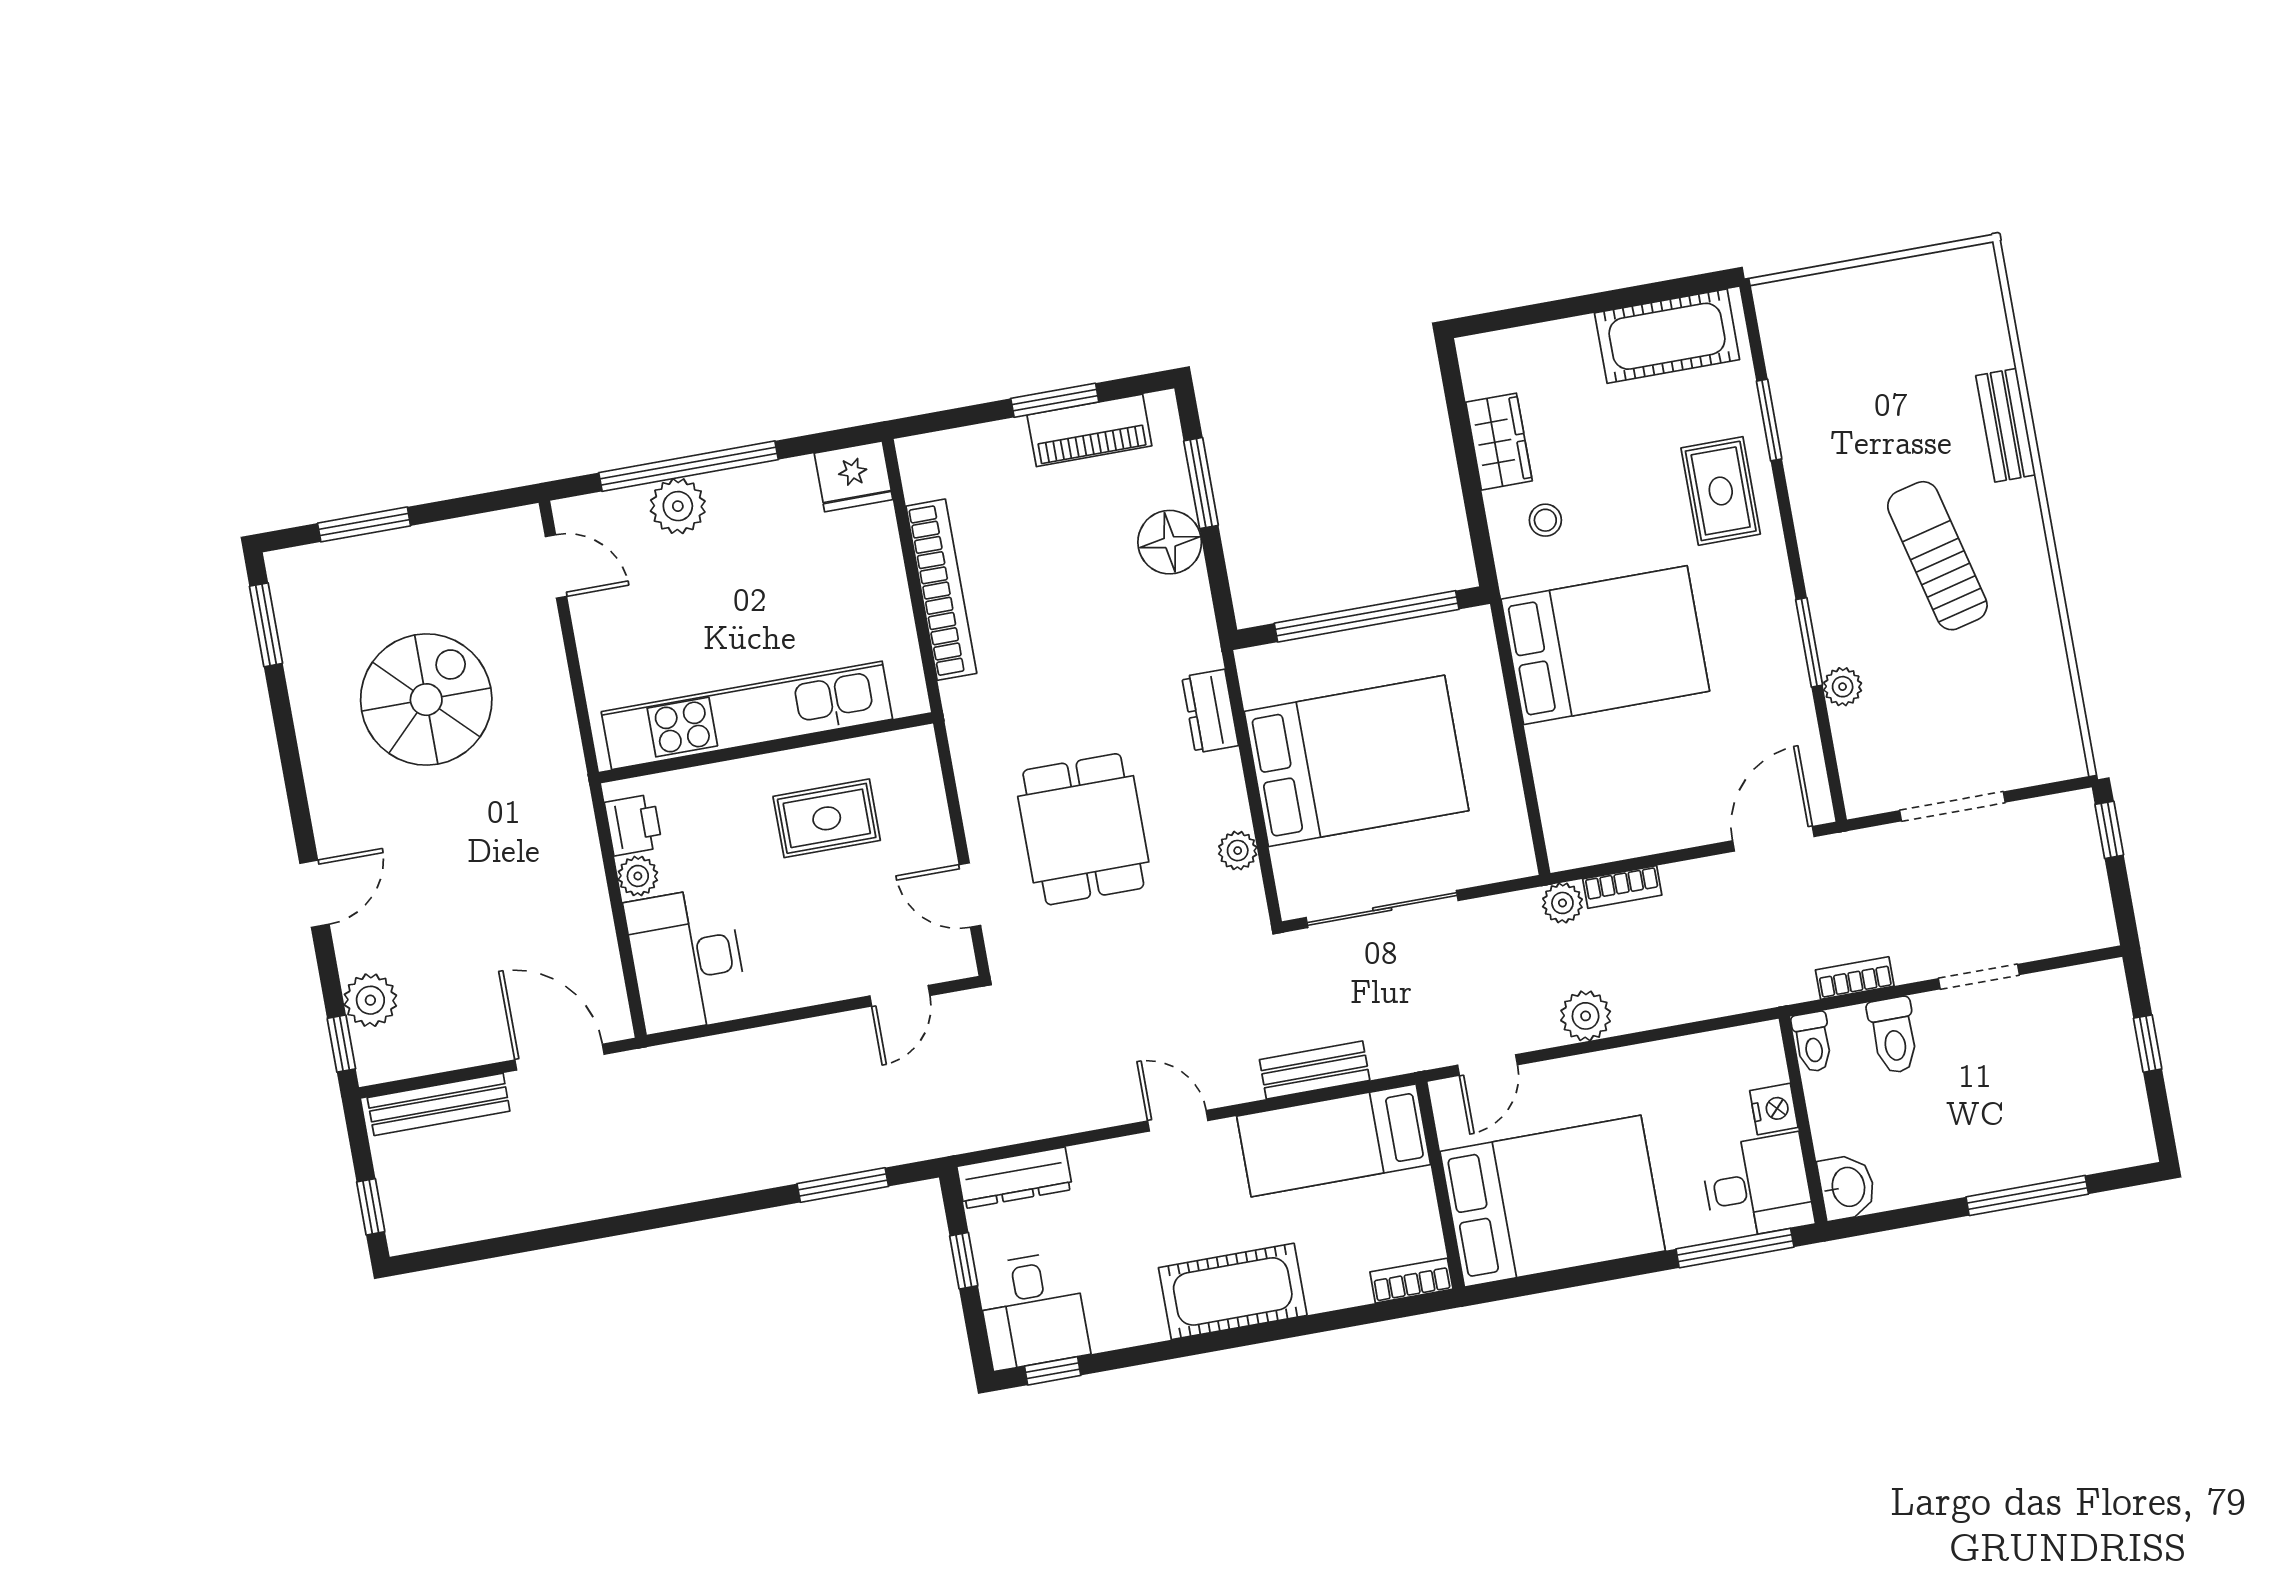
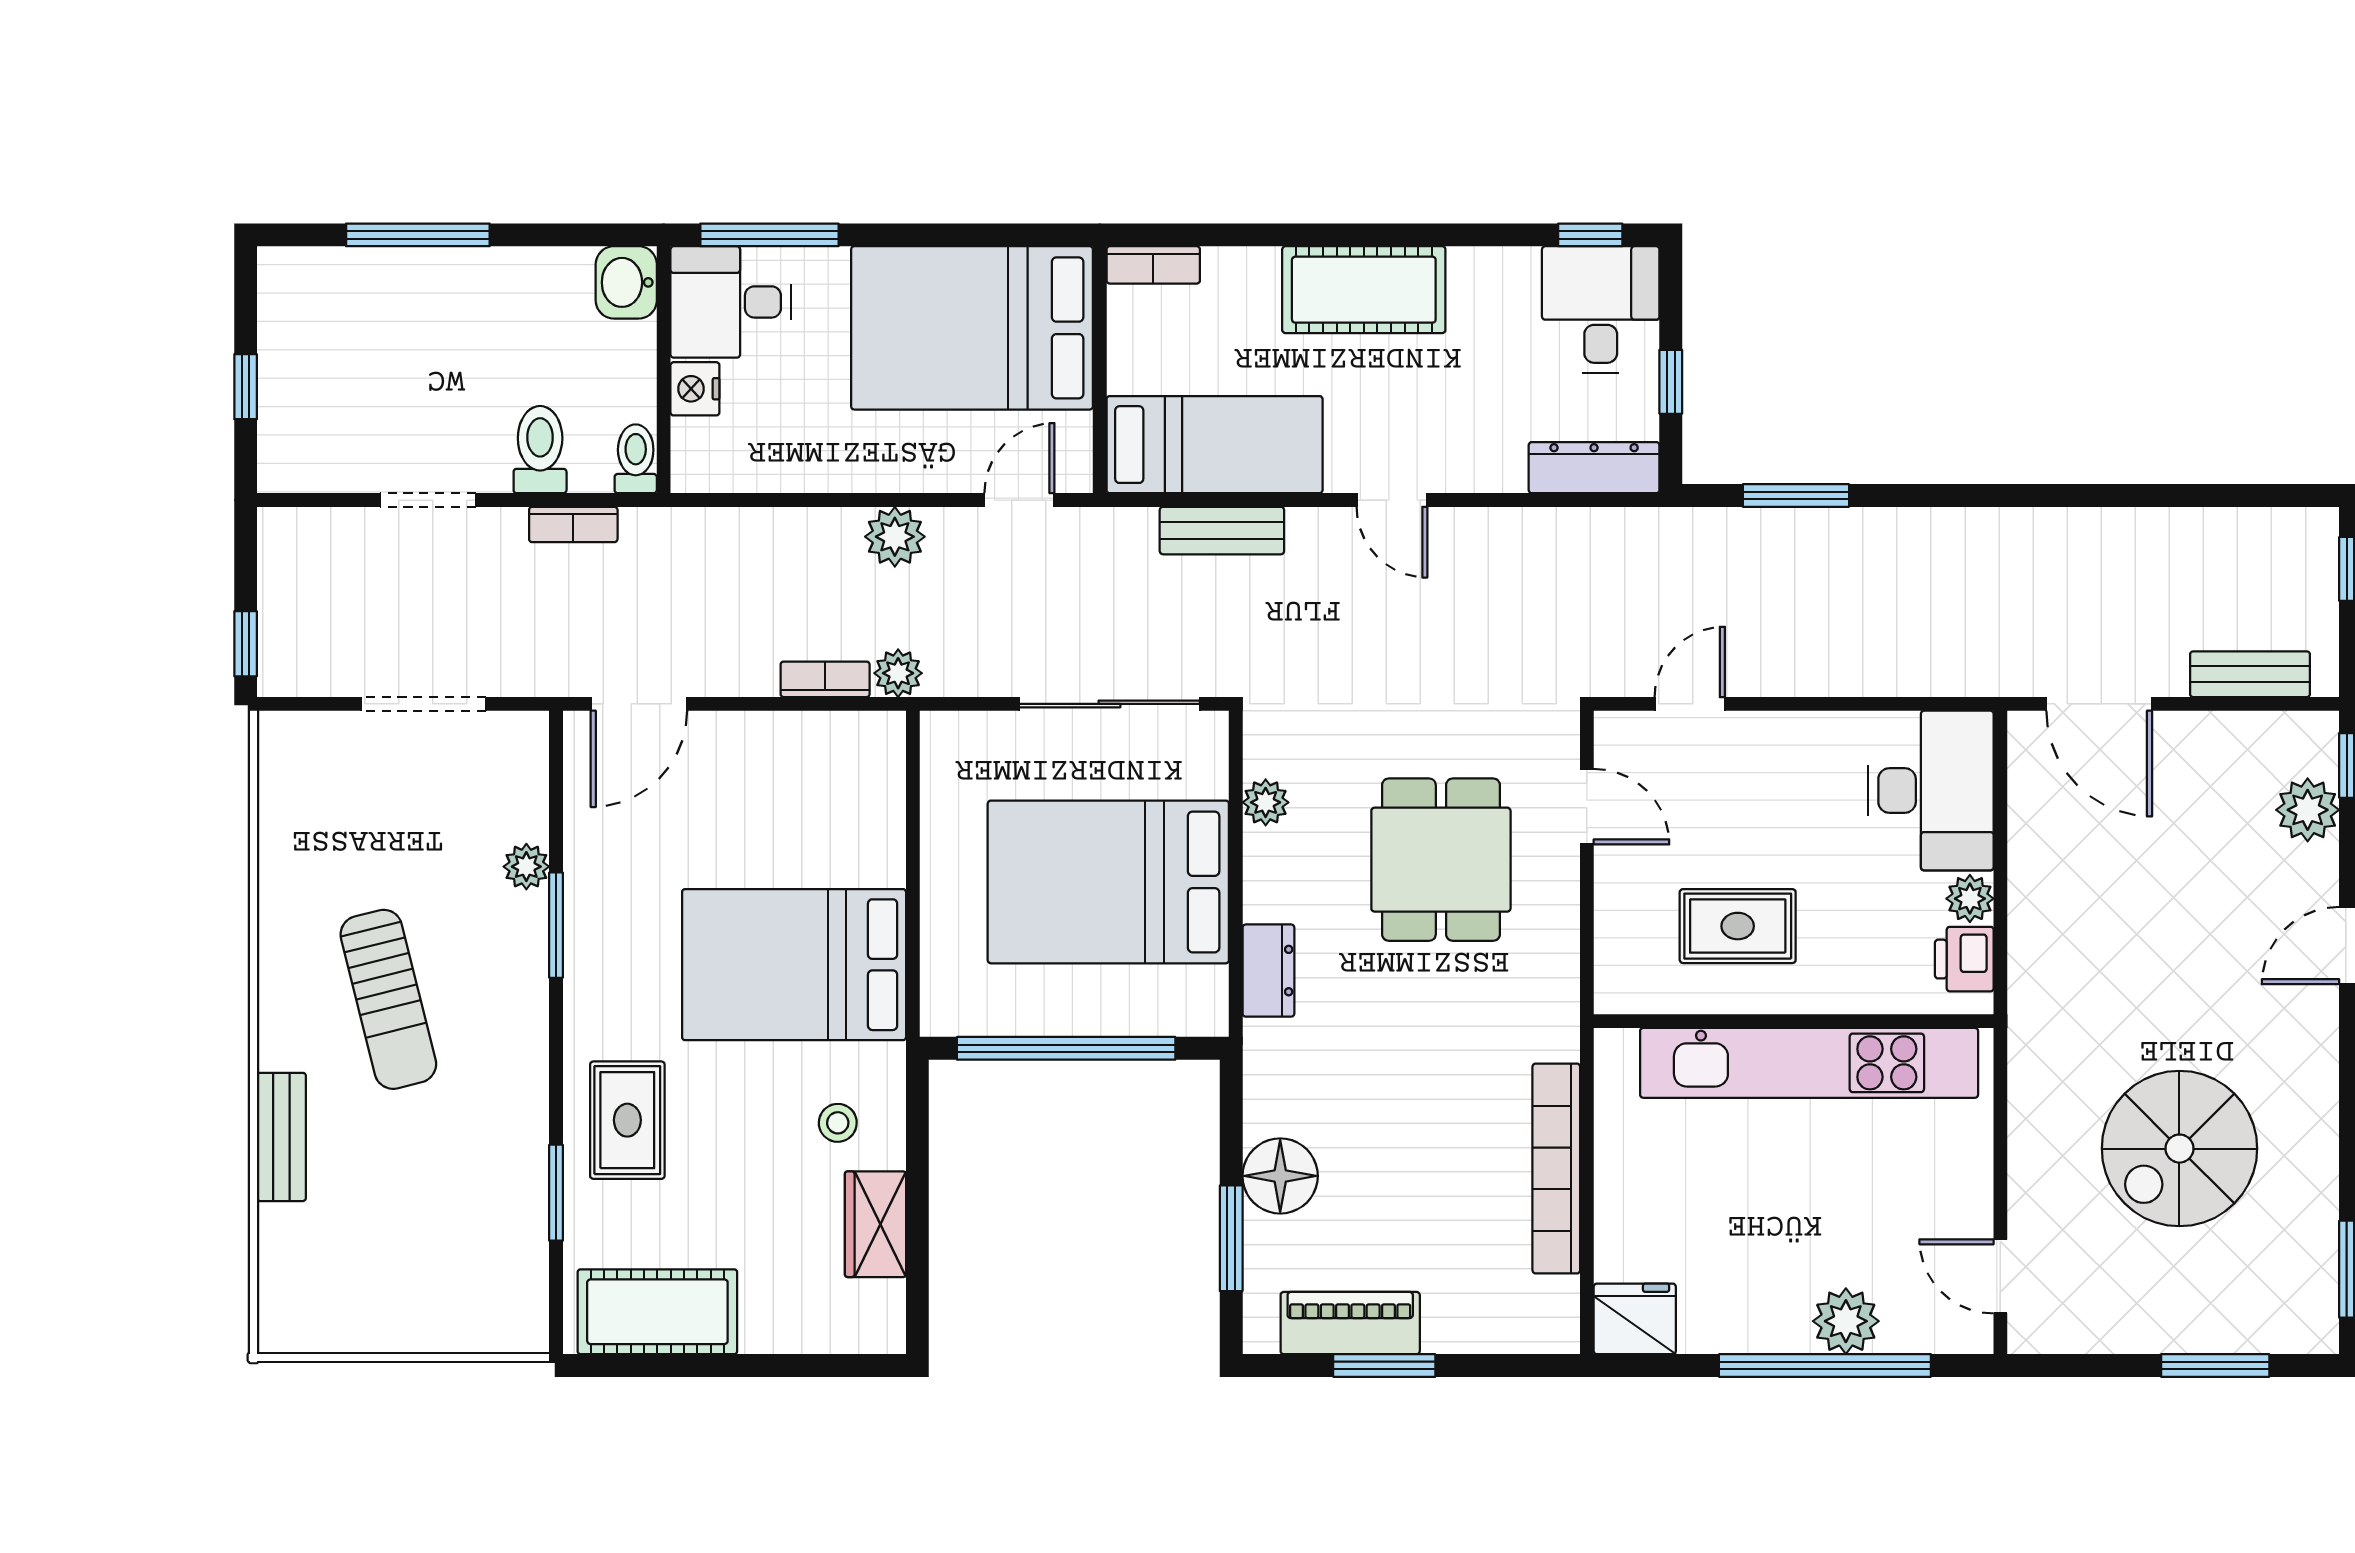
bench: (439, 1104) -> (2250, 674), width x0.73

